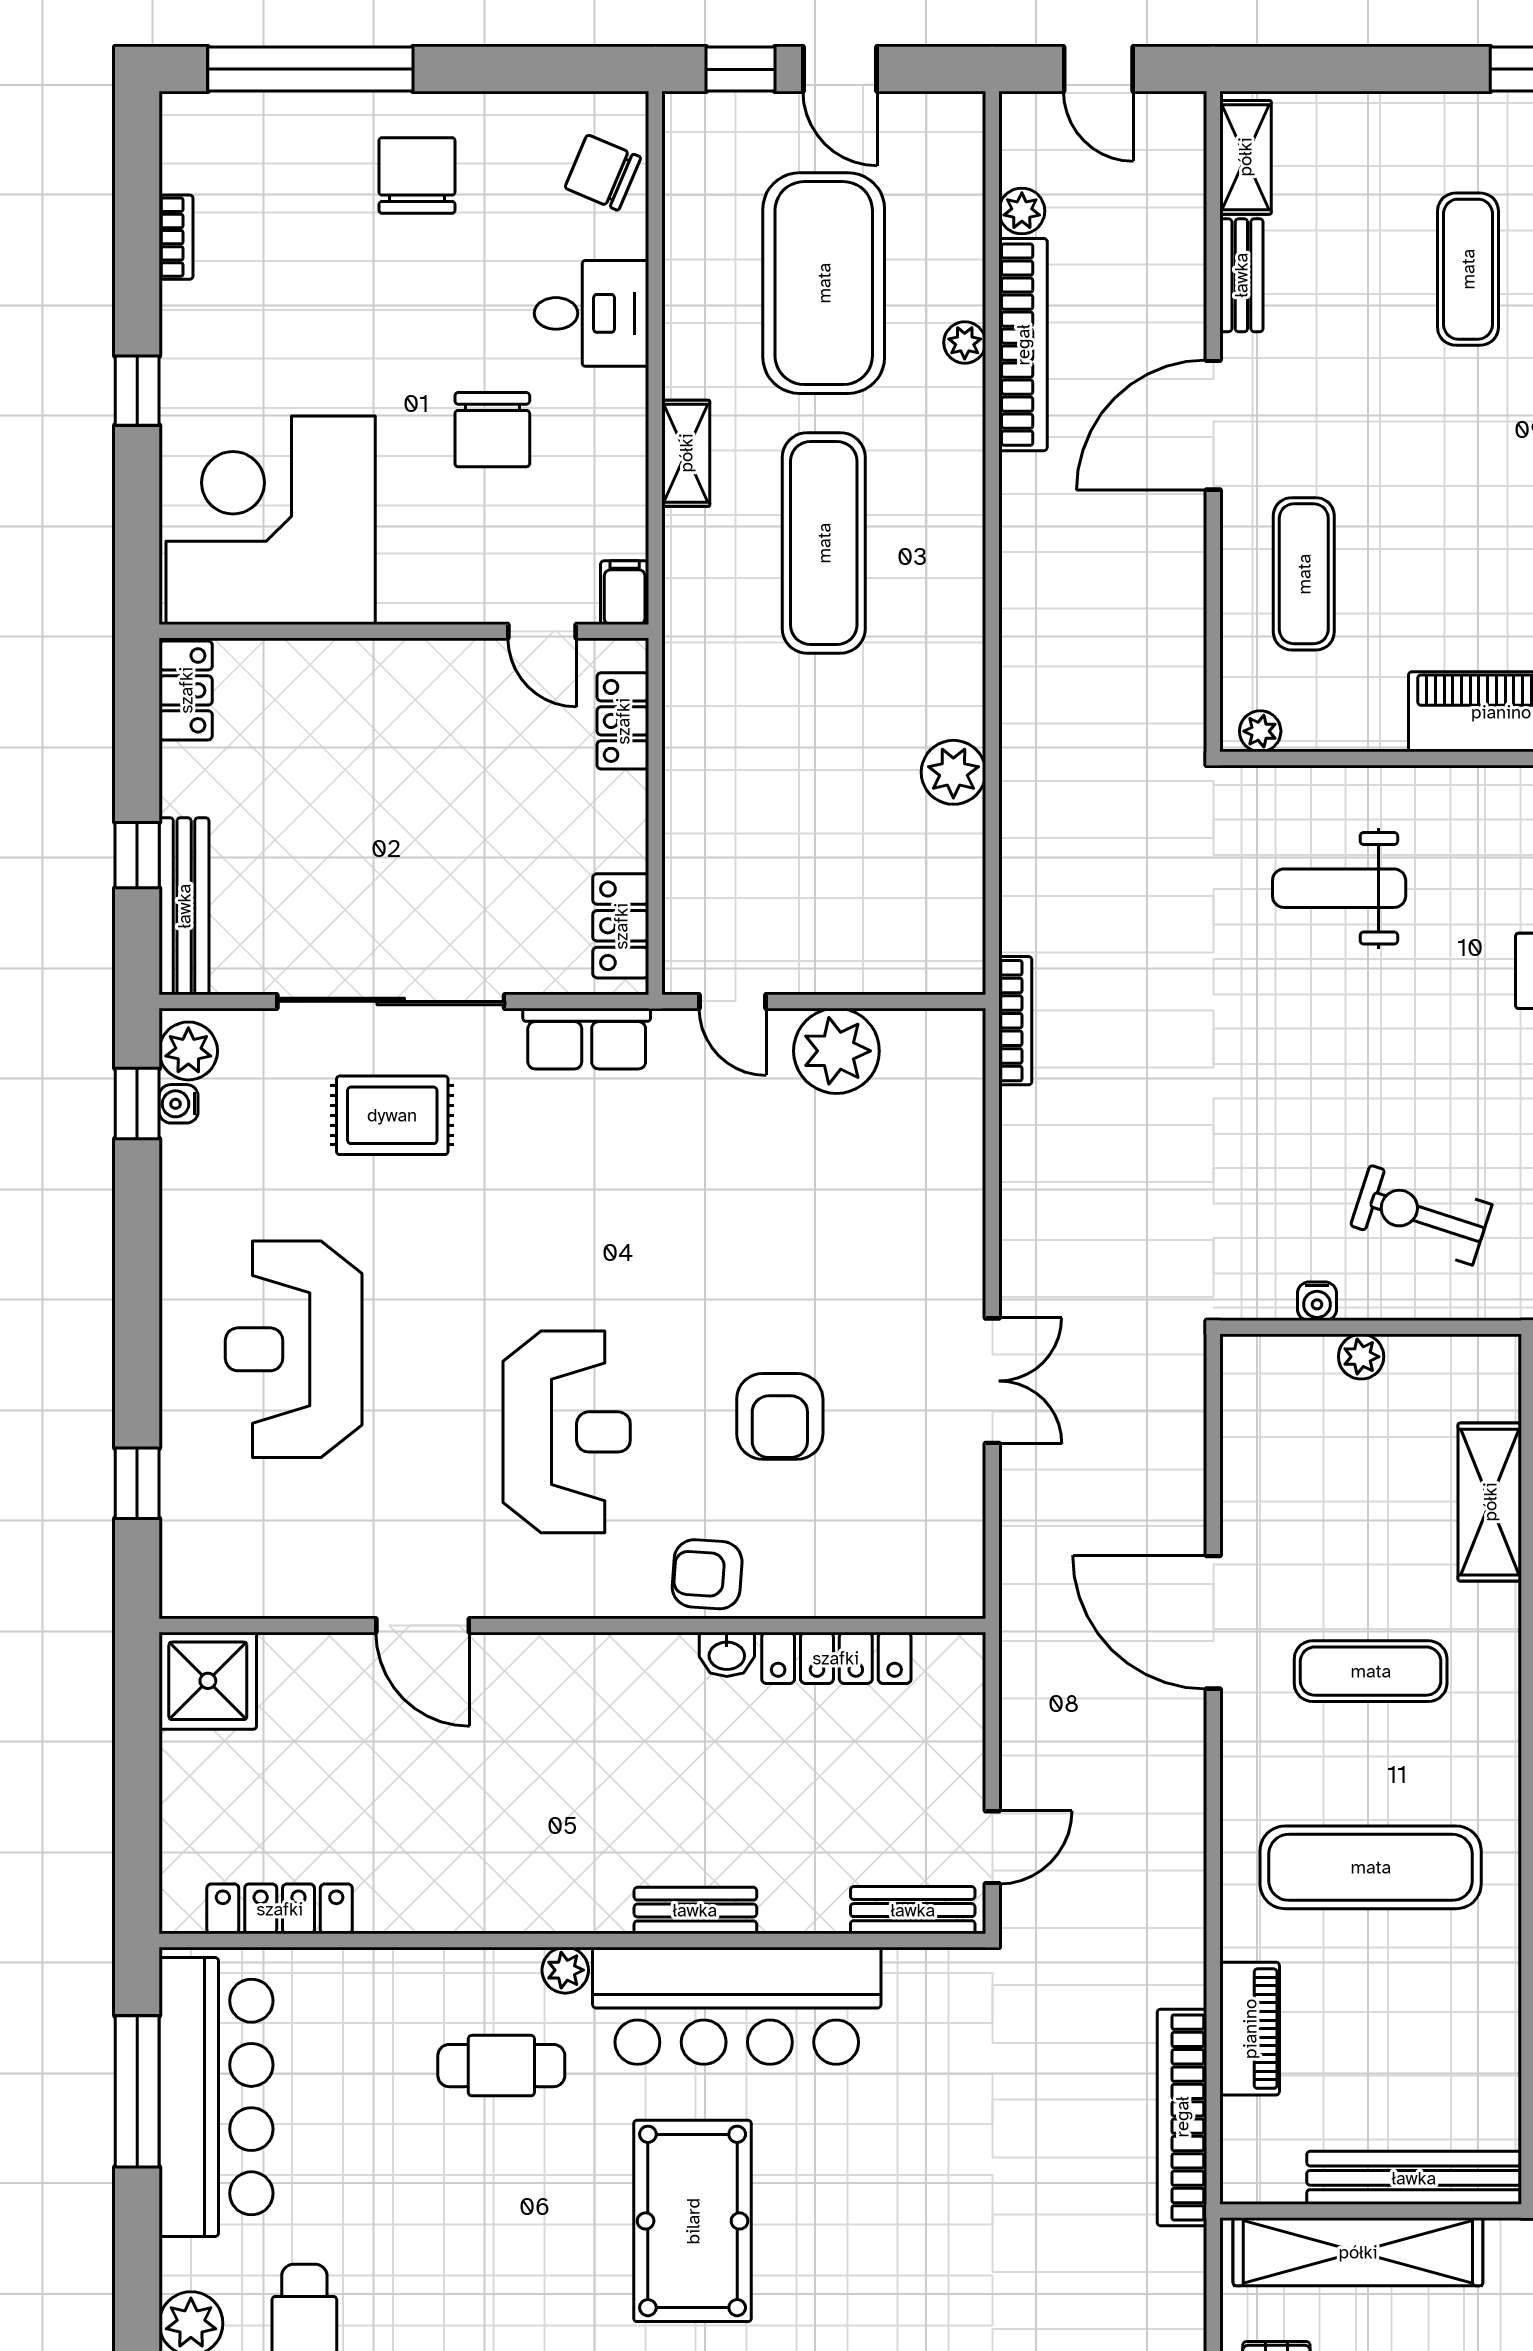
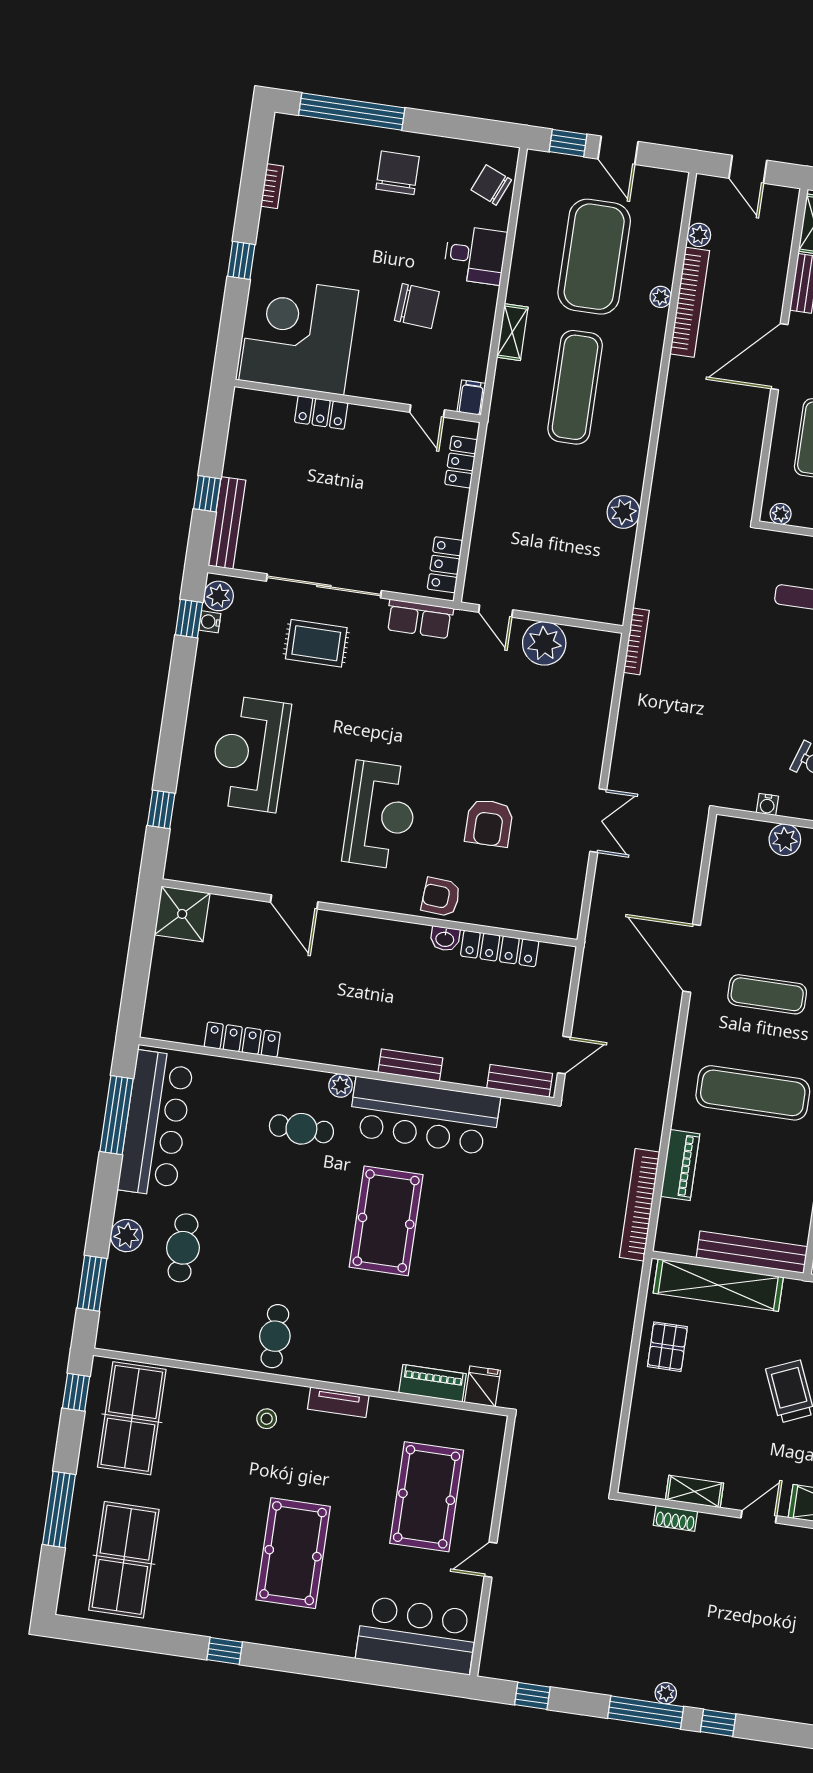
chair: (492, 430) -> (417, 306), turned -86
locker: (186, 690) -> (321, 413), moved, turned 90
plant: (1361, 1357) -> (785, 840), width x1.38, depth x1.38
locker: (280, 1909) -> (242, 1040), moved

